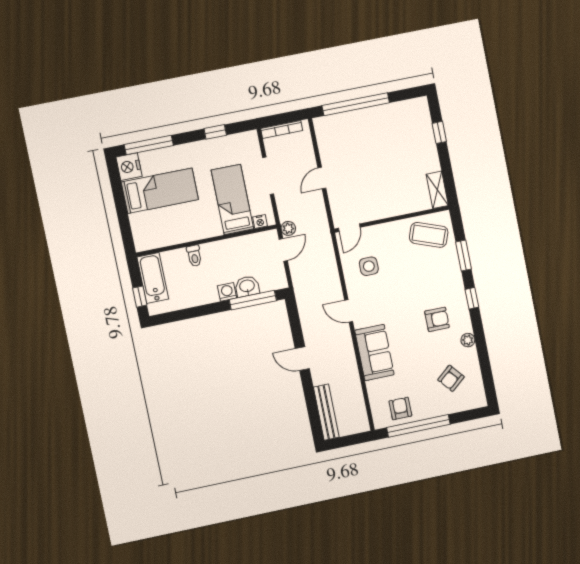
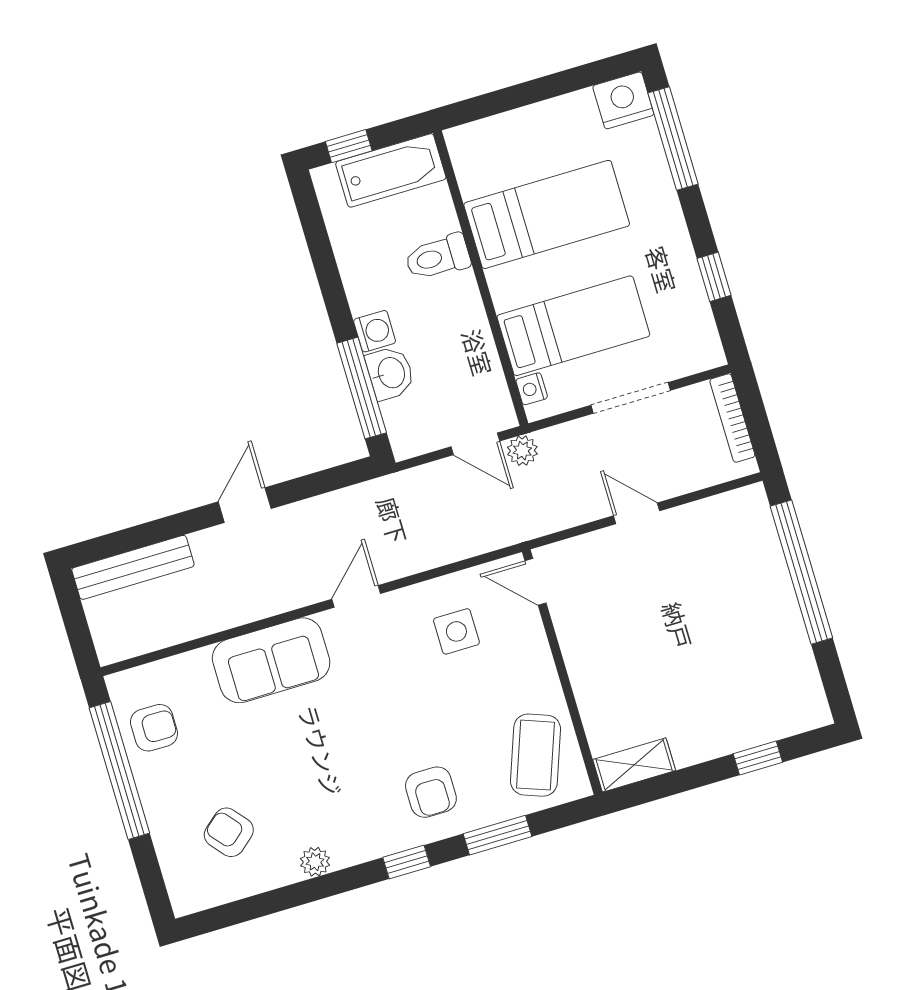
bed: (160, 191) -> (547, 214), moved, turned -90
toilet: (194, 256) -> (438, 257), width x1.37, depth x1.39
armchair: (437, 319) -> (431, 792), moved

